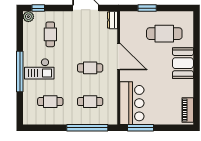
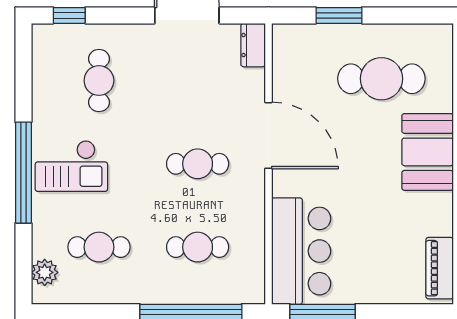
plant: (28, 17) -> (45, 272), moved

